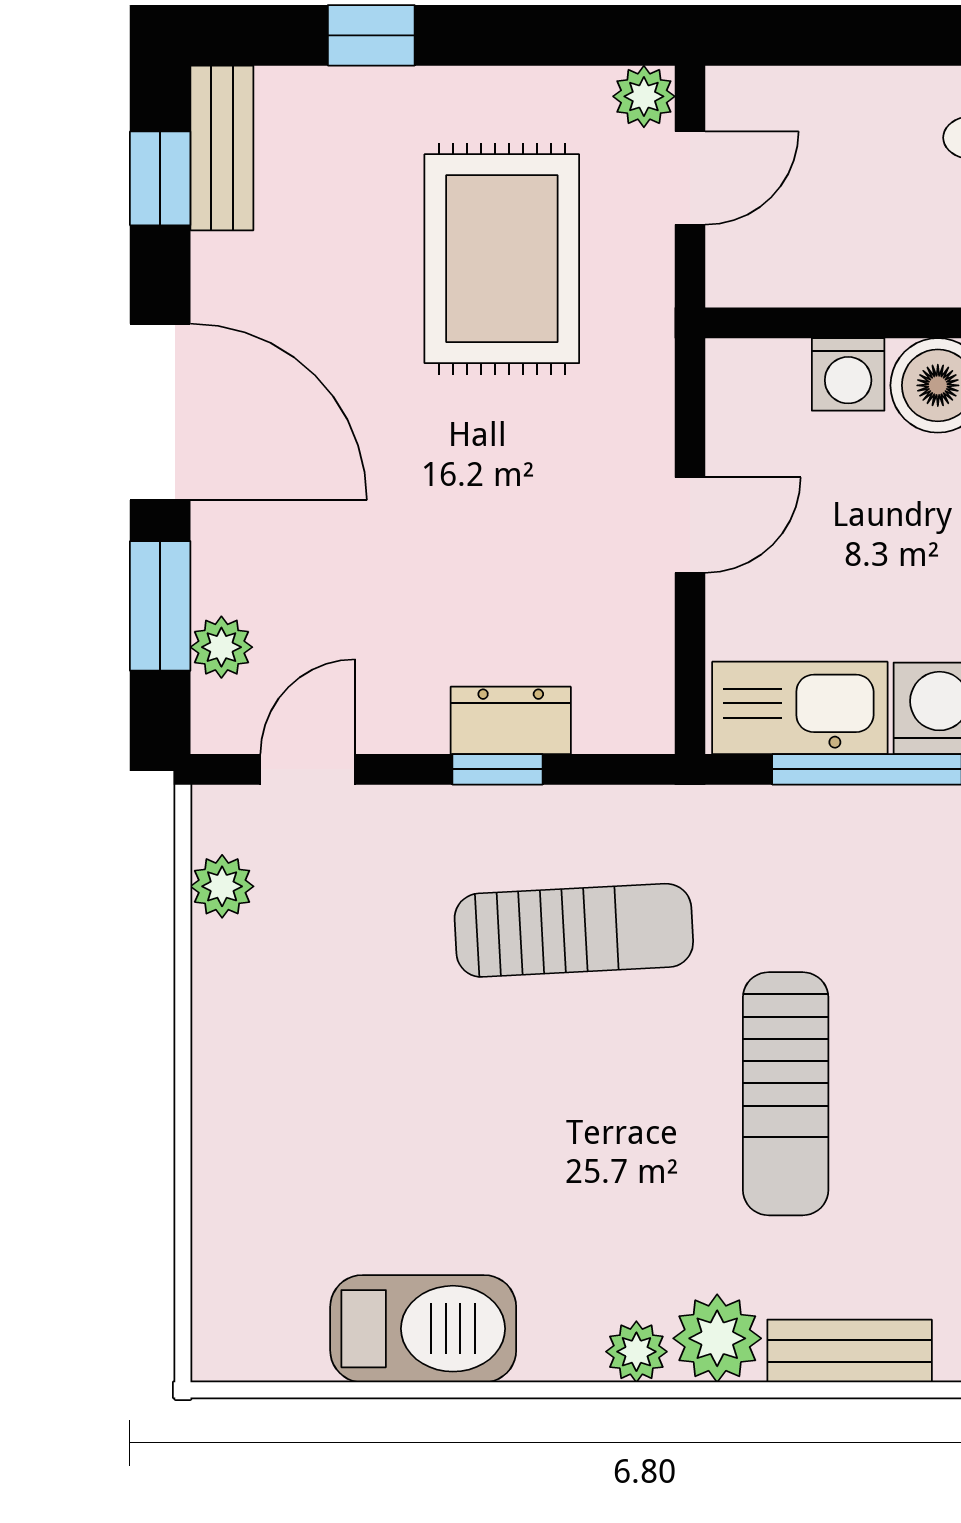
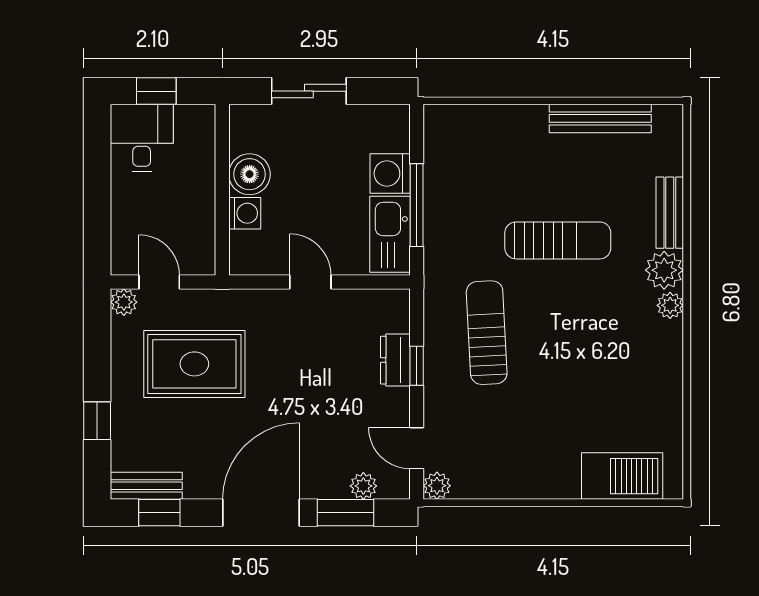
plant: (222, 886) -> (437, 486), moved
barbecue: (423, 1329) -> (622, 476), moved, turned 90

